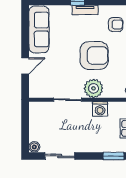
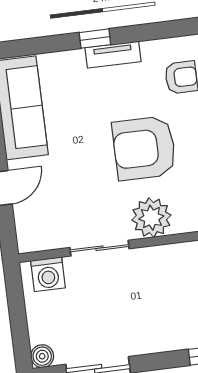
armchair: (94, 56) -> (144, 148), turned 180
washing machine: (100, 109) -> (48, 274), moved

